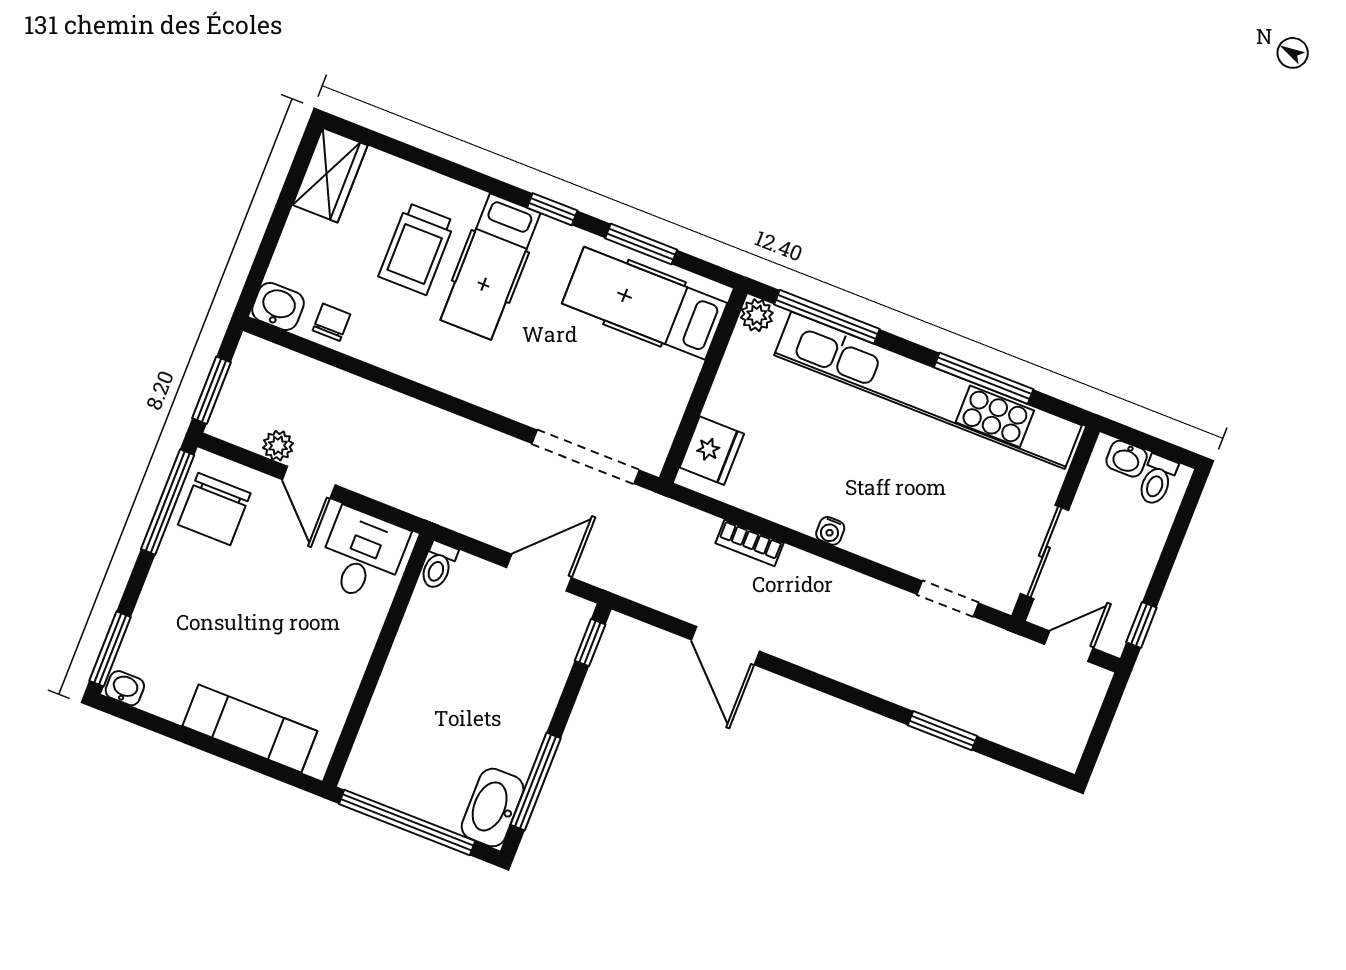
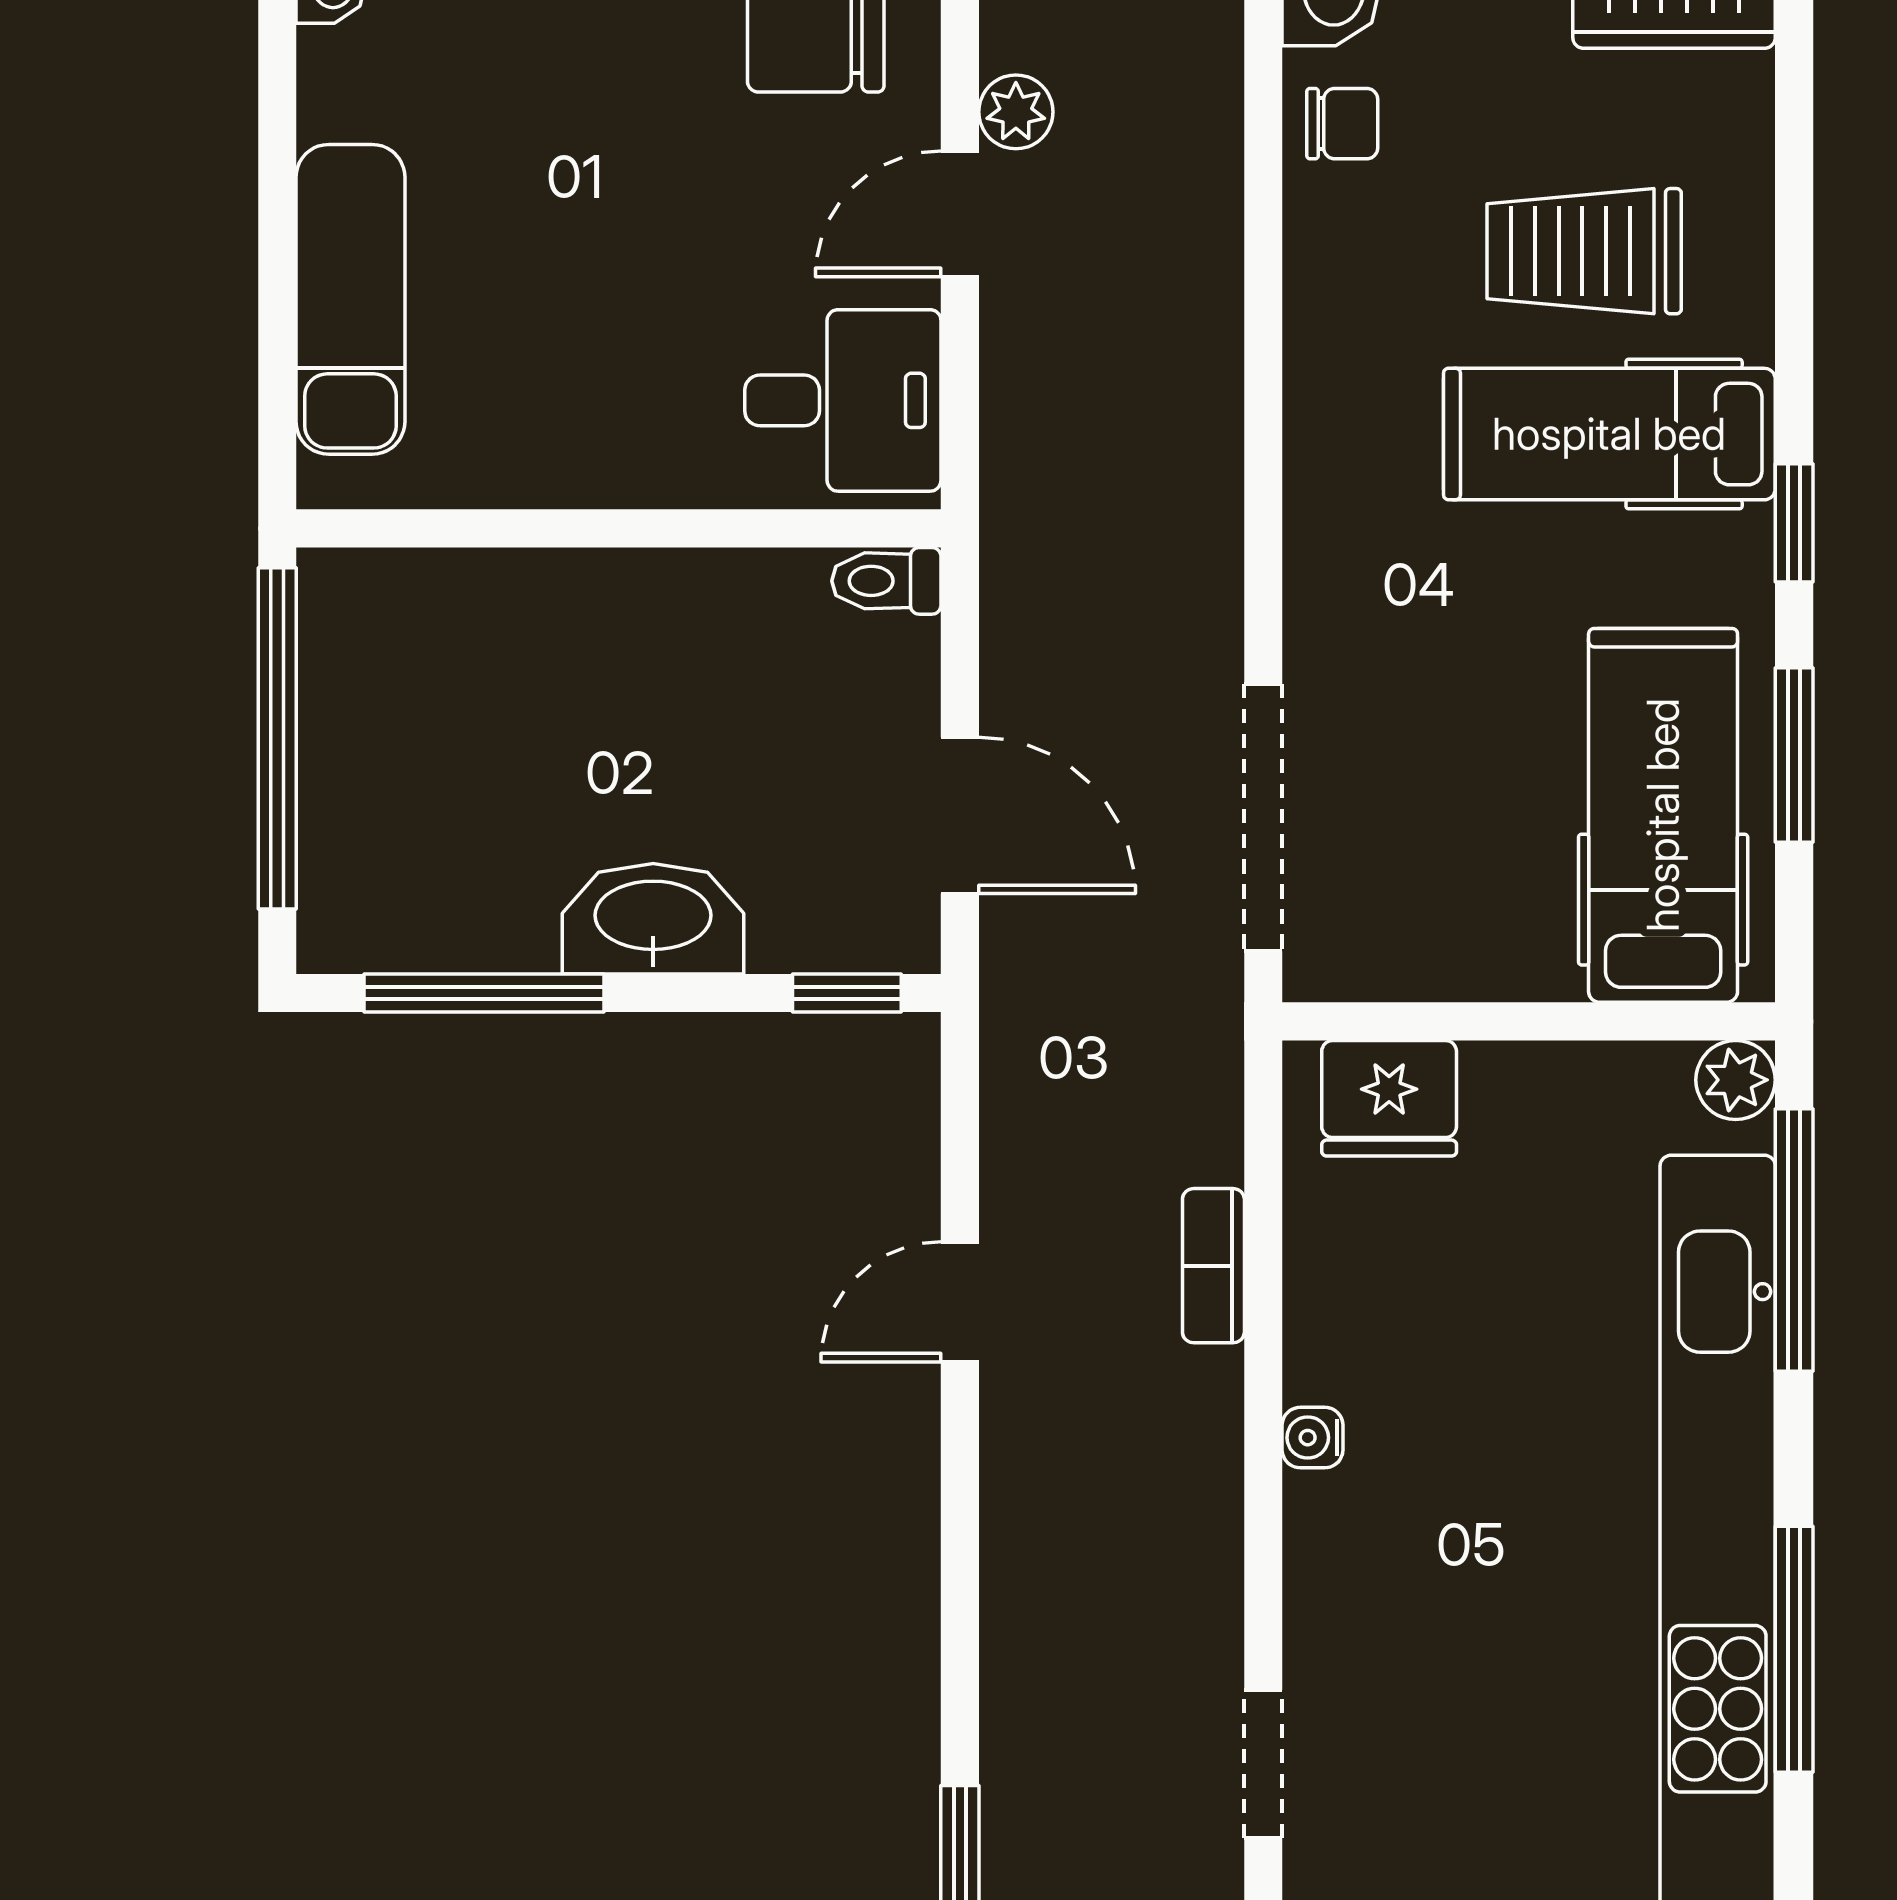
door: (725, 646) -> (960, 1302), width x0.73
washbasin: (493, 808) -> (653, 919), moved

